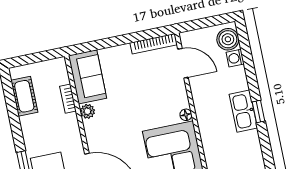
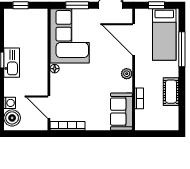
cot: (24, 96) -> (171, 92), moved
plant: (87, 111) -> (127, 74), moved

